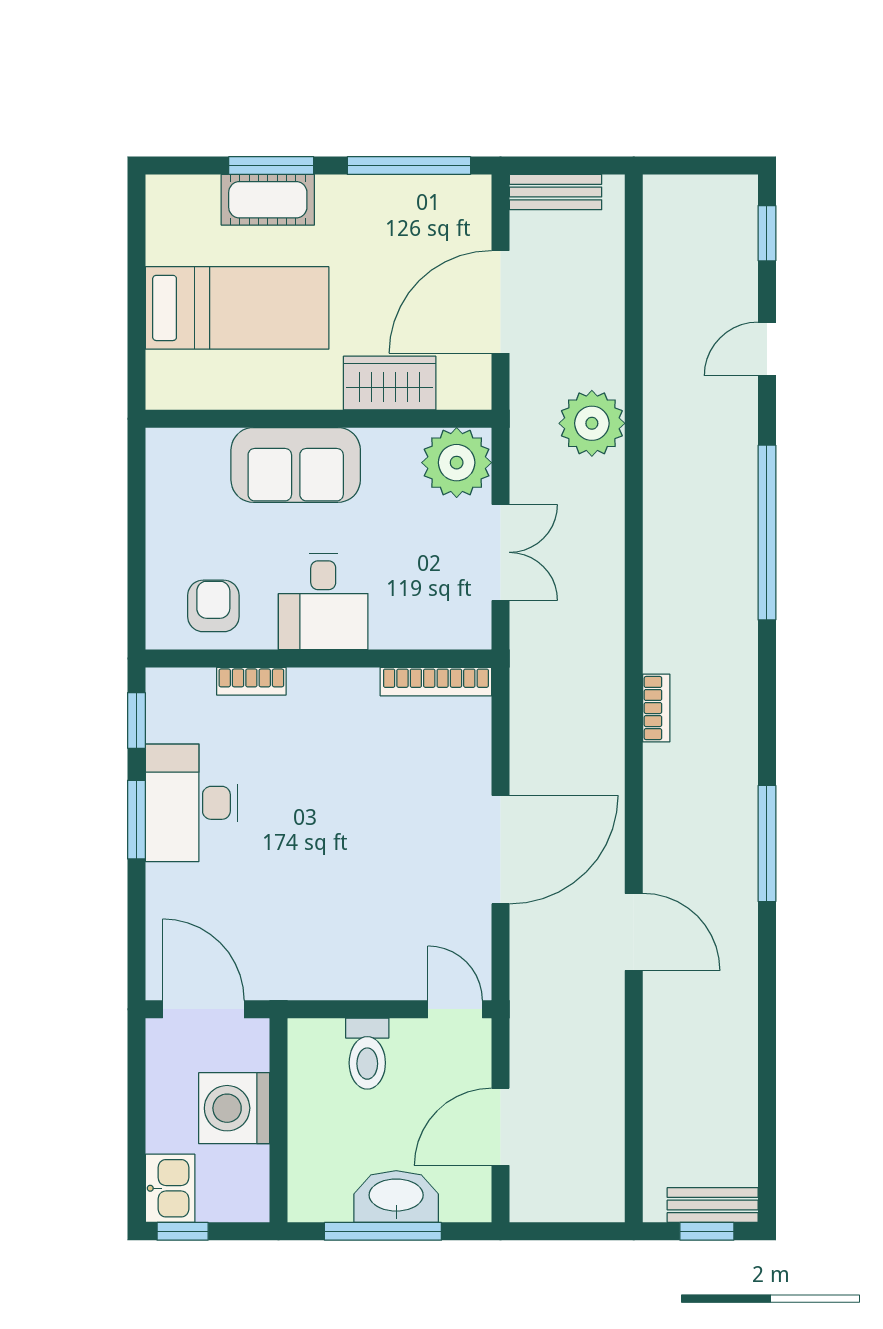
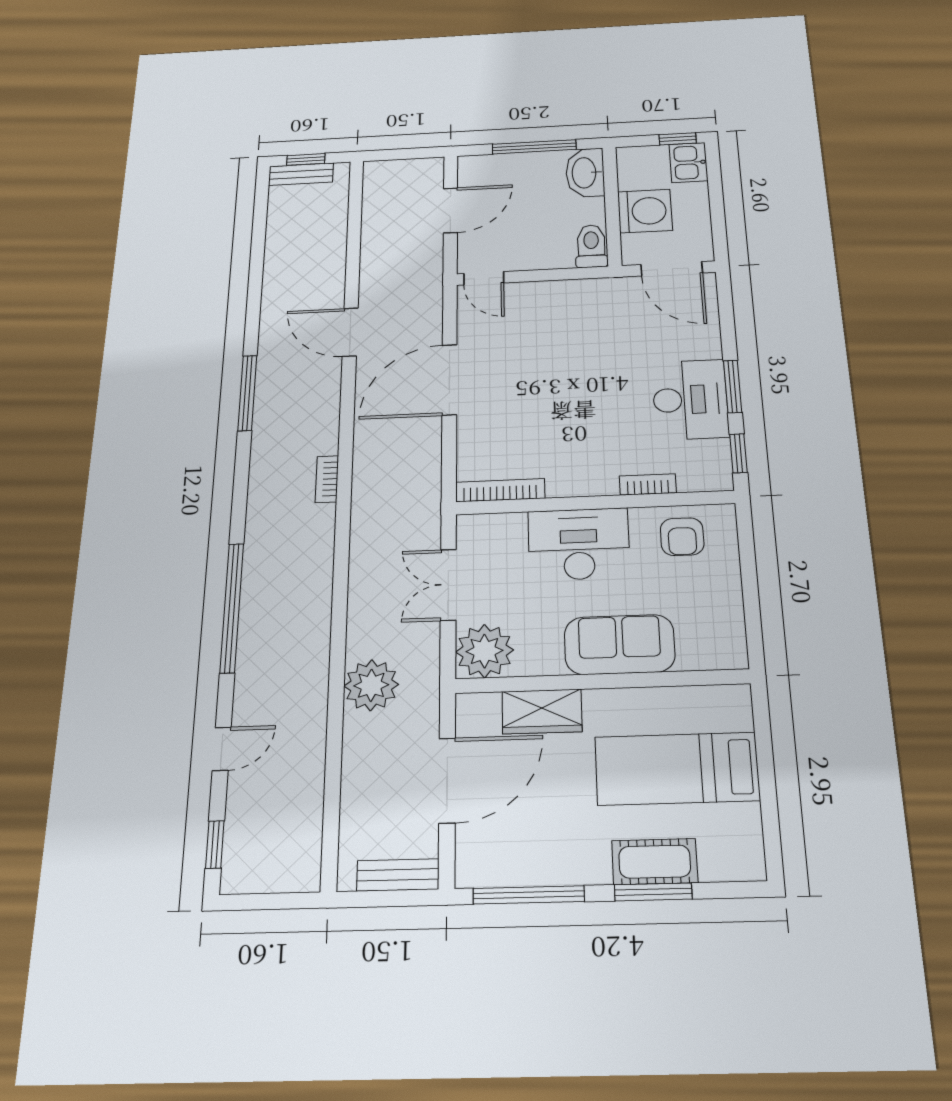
desk: (323, 601) -> (579, 544), width x1.37
toilet: (367, 1054) -> (591, 246), moved
washbasin: (396, 1197) -> (585, 173), moved, turned 90

